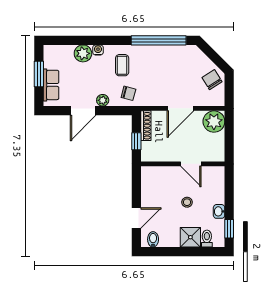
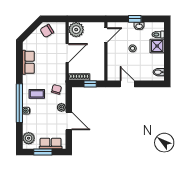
window: (159, 40) -> (19, 103), moved
plant: (83, 53) -> (29, 138), moved
row of seats: (167, 53) -> (28, 62), added
door: (180, 108) -> (67, 53), hinge flipped
door: (191, 164) -> (106, 35), moved
door: (136, 218) -> (127, 84), moved
window: (229, 229) -> (135, 19), moved

